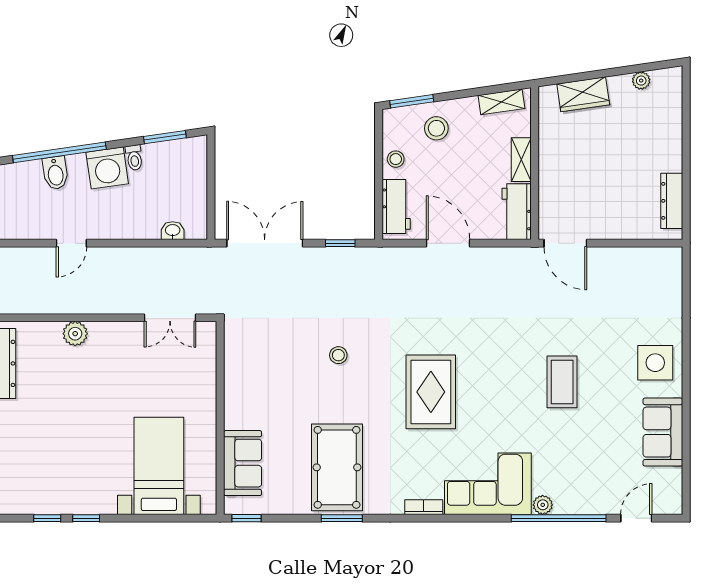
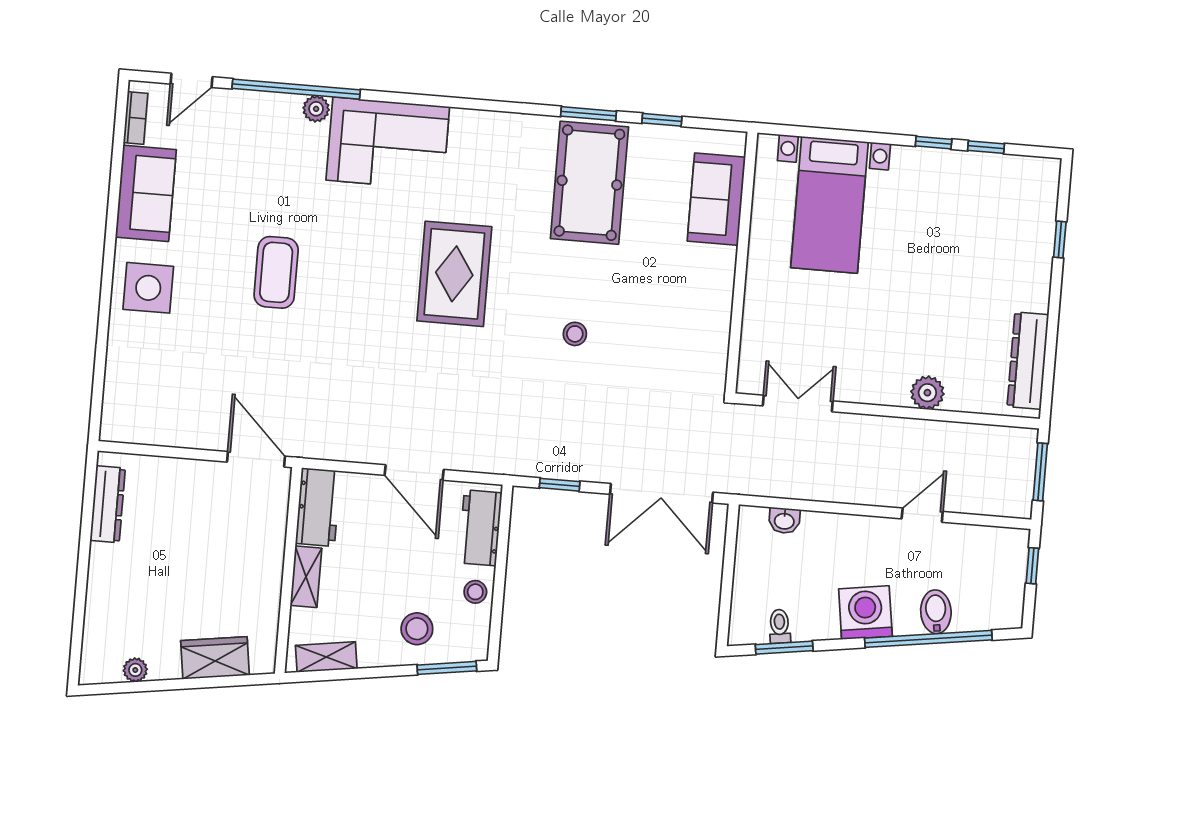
toilet: (134, 158) -> (780, 626), moved
bookcase: (424, 507) -> (136, 118), moved, turned -90
window: (247, 518) -> (662, 120), moved

